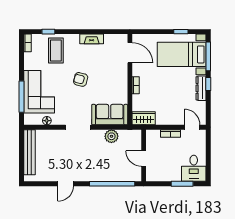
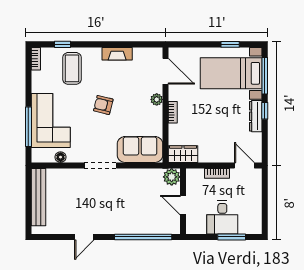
plant: (123, 75) -> (157, 99), added
plant: (111, 136) -> (172, 177), moved
desk: (194, 168) -> (222, 217), moved

